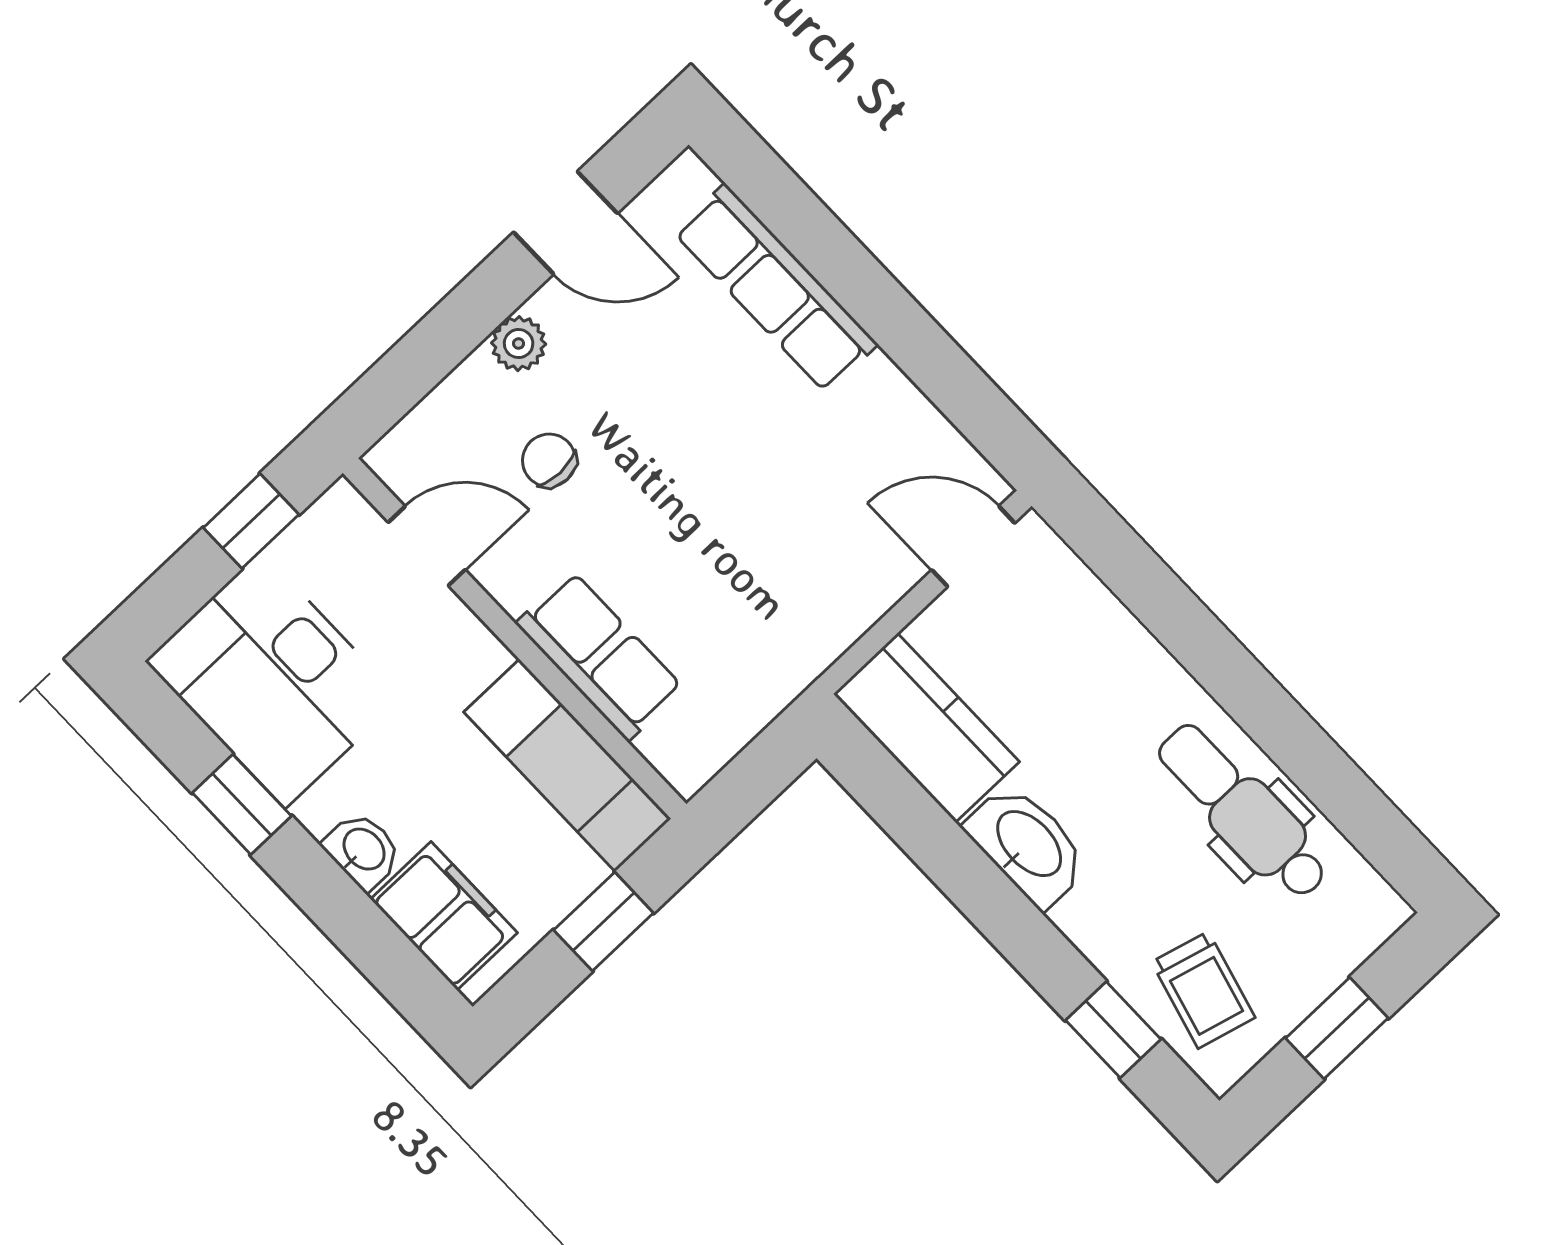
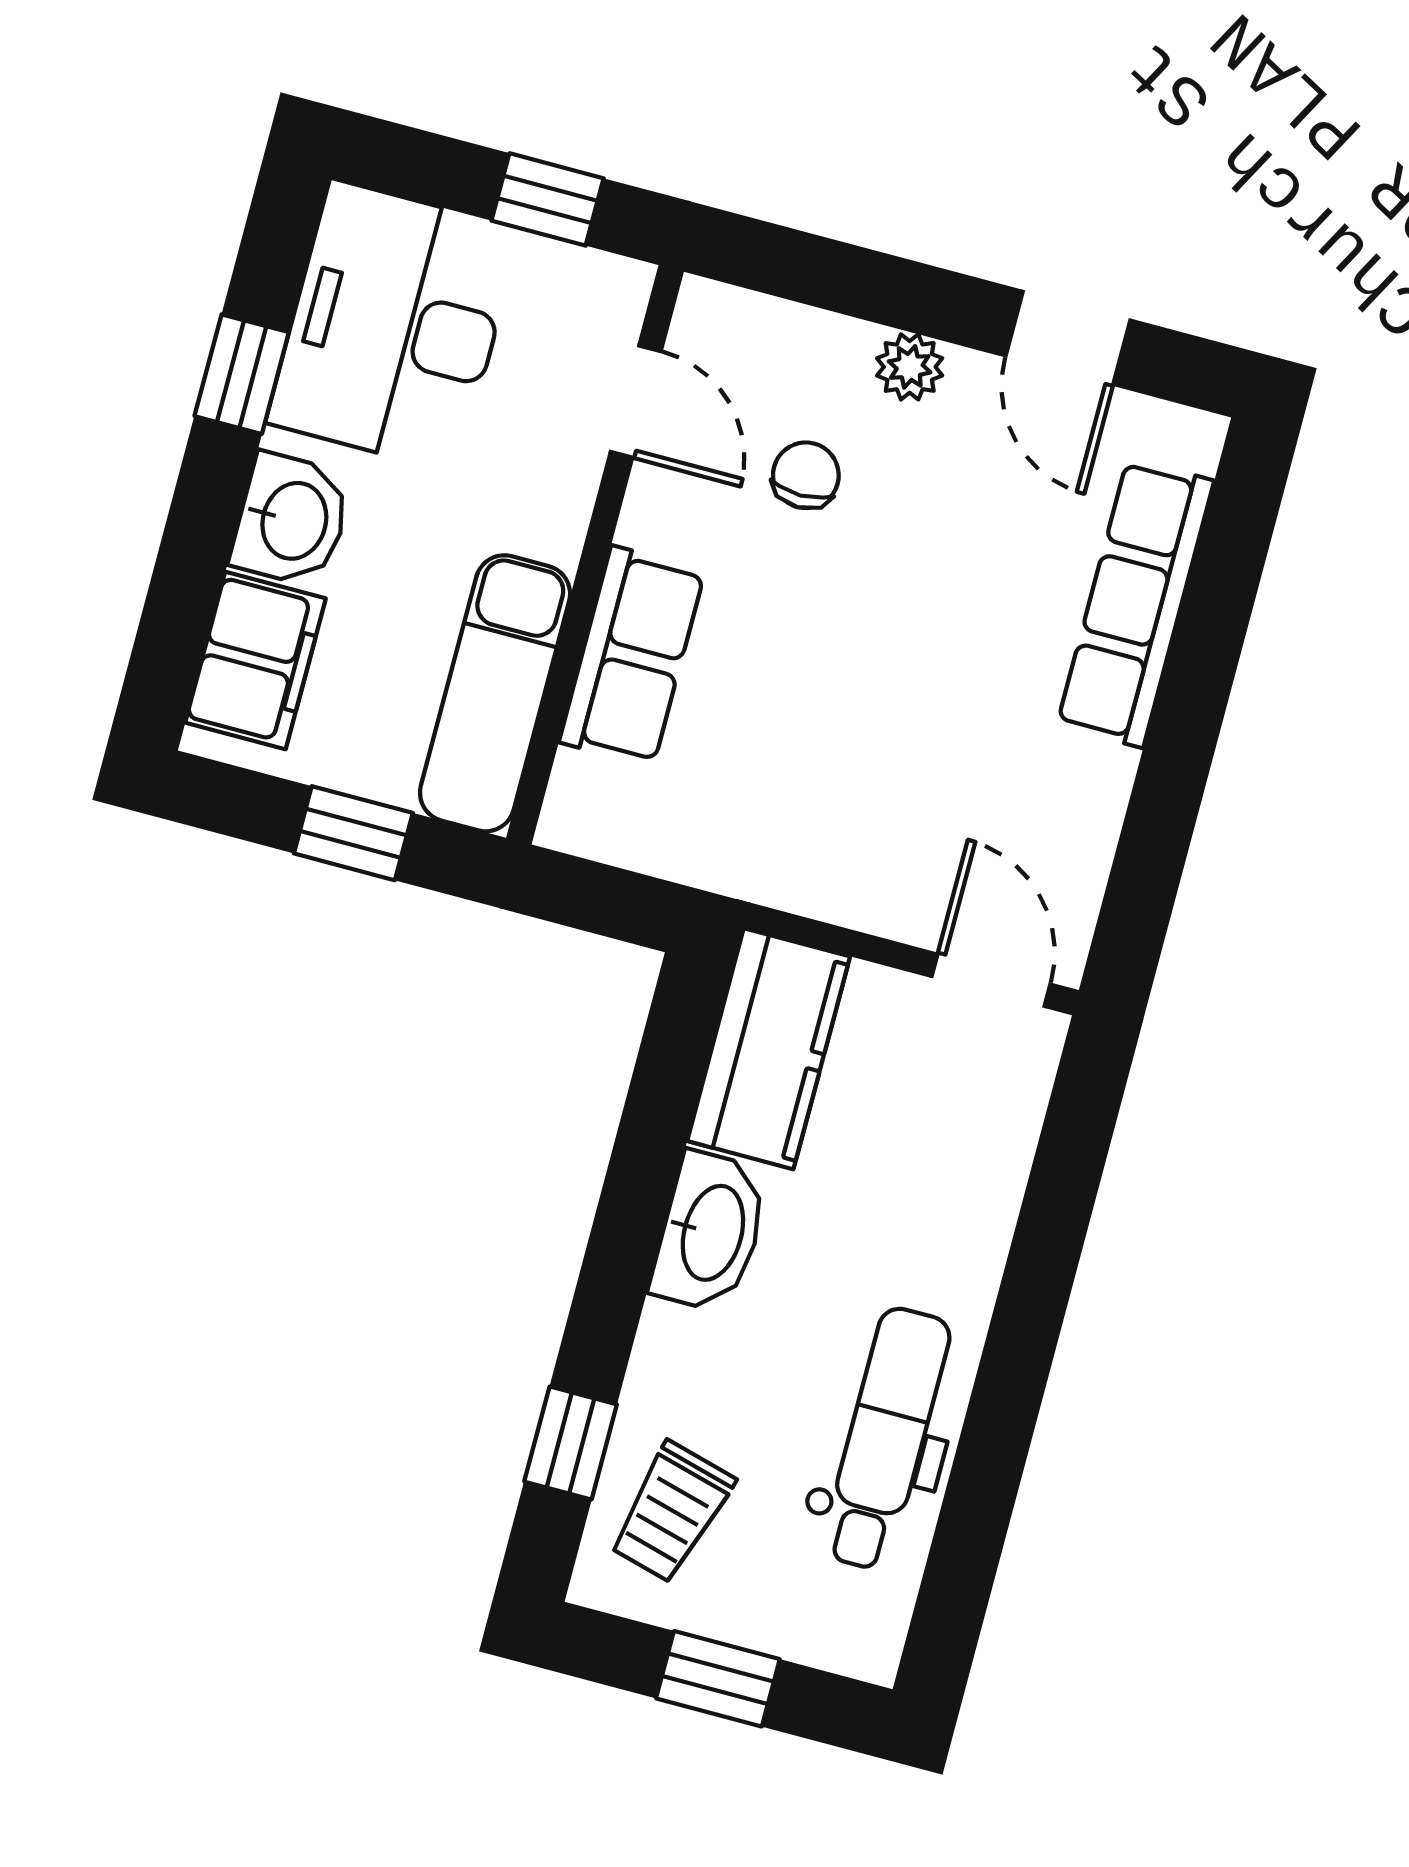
washbasin: (363, 850) -> (291, 520), width x1.38, depth x1.45

